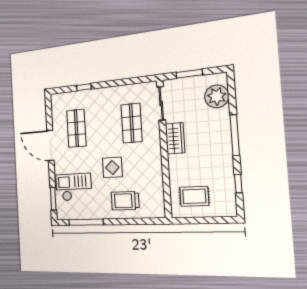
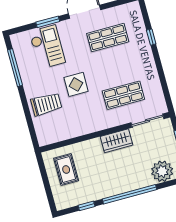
window: (235, 135) -> (130, 194), width x1.46
window: (53, 199) -> (48, 22), moved
trolley: (125, 201) -> (46, 104), turned 90

